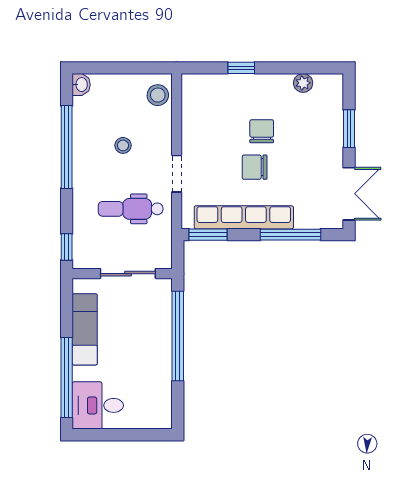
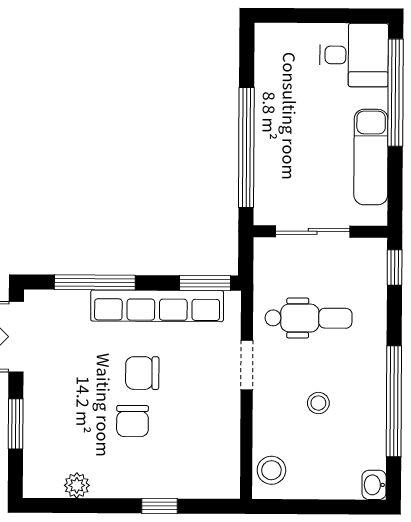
chair: (255, 167) -> (142, 373), turned 180

